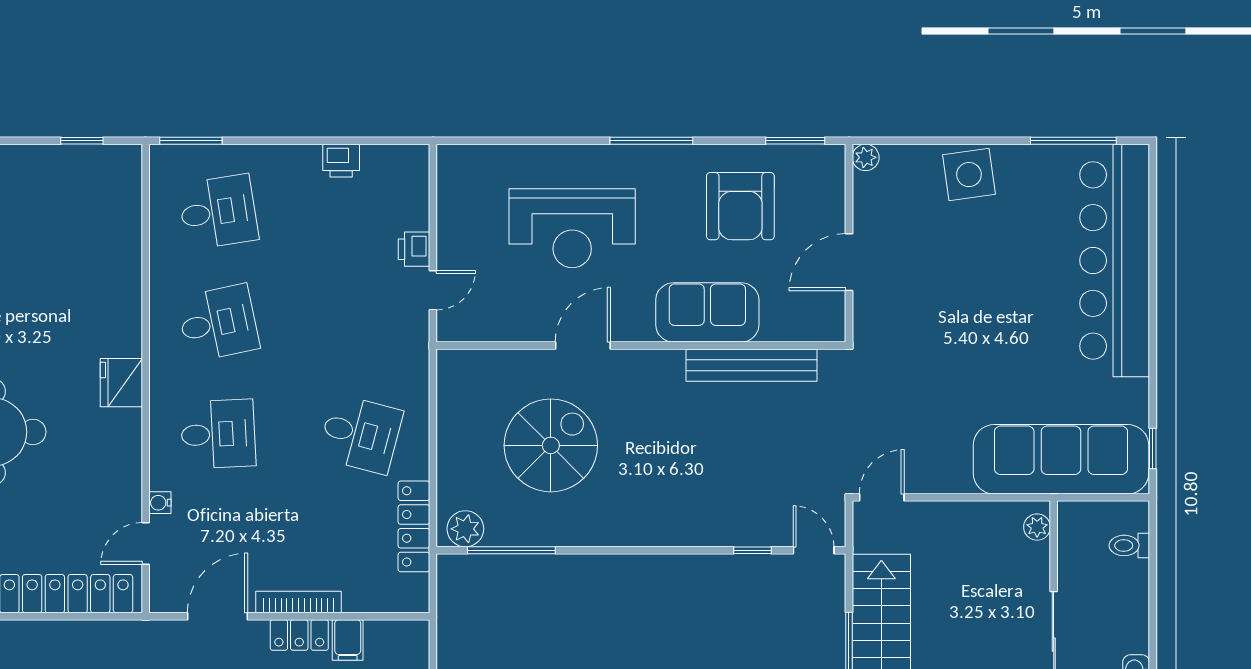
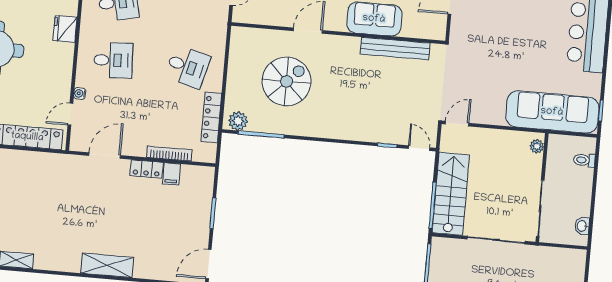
bookcase: (299, 602) -> (169, 154), moved

